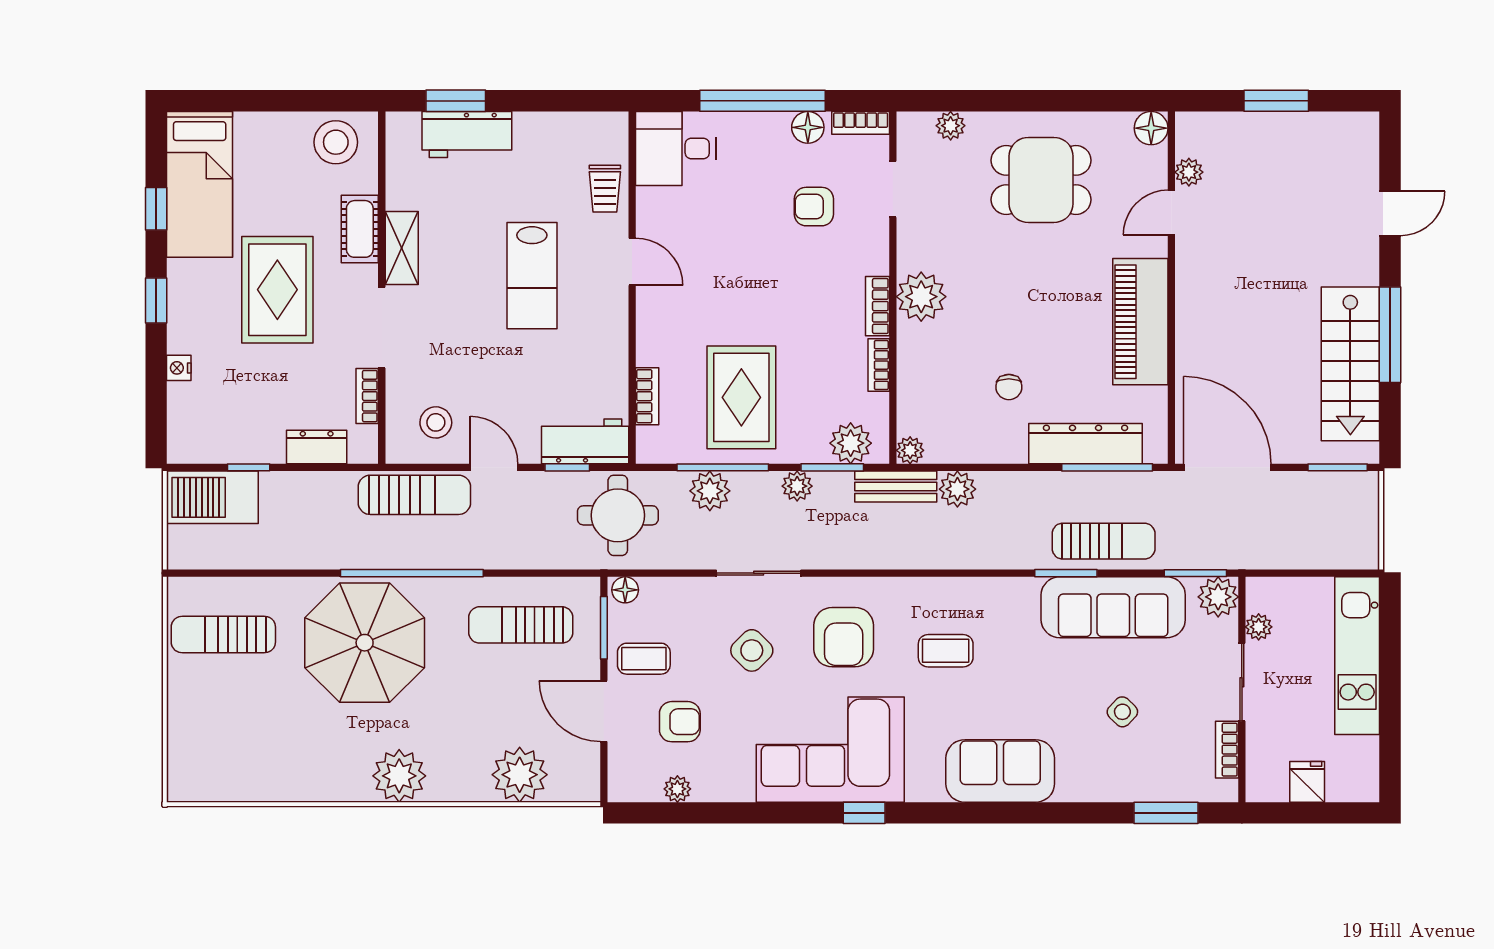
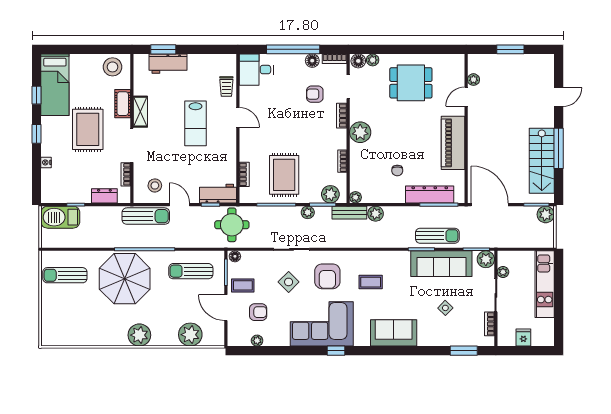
floor lamp: (1151, 128) -> (358, 61), moved
bookcase: (877, 306) -> (342, 116), moved
plant: (710, 491) -> (546, 214), moved

